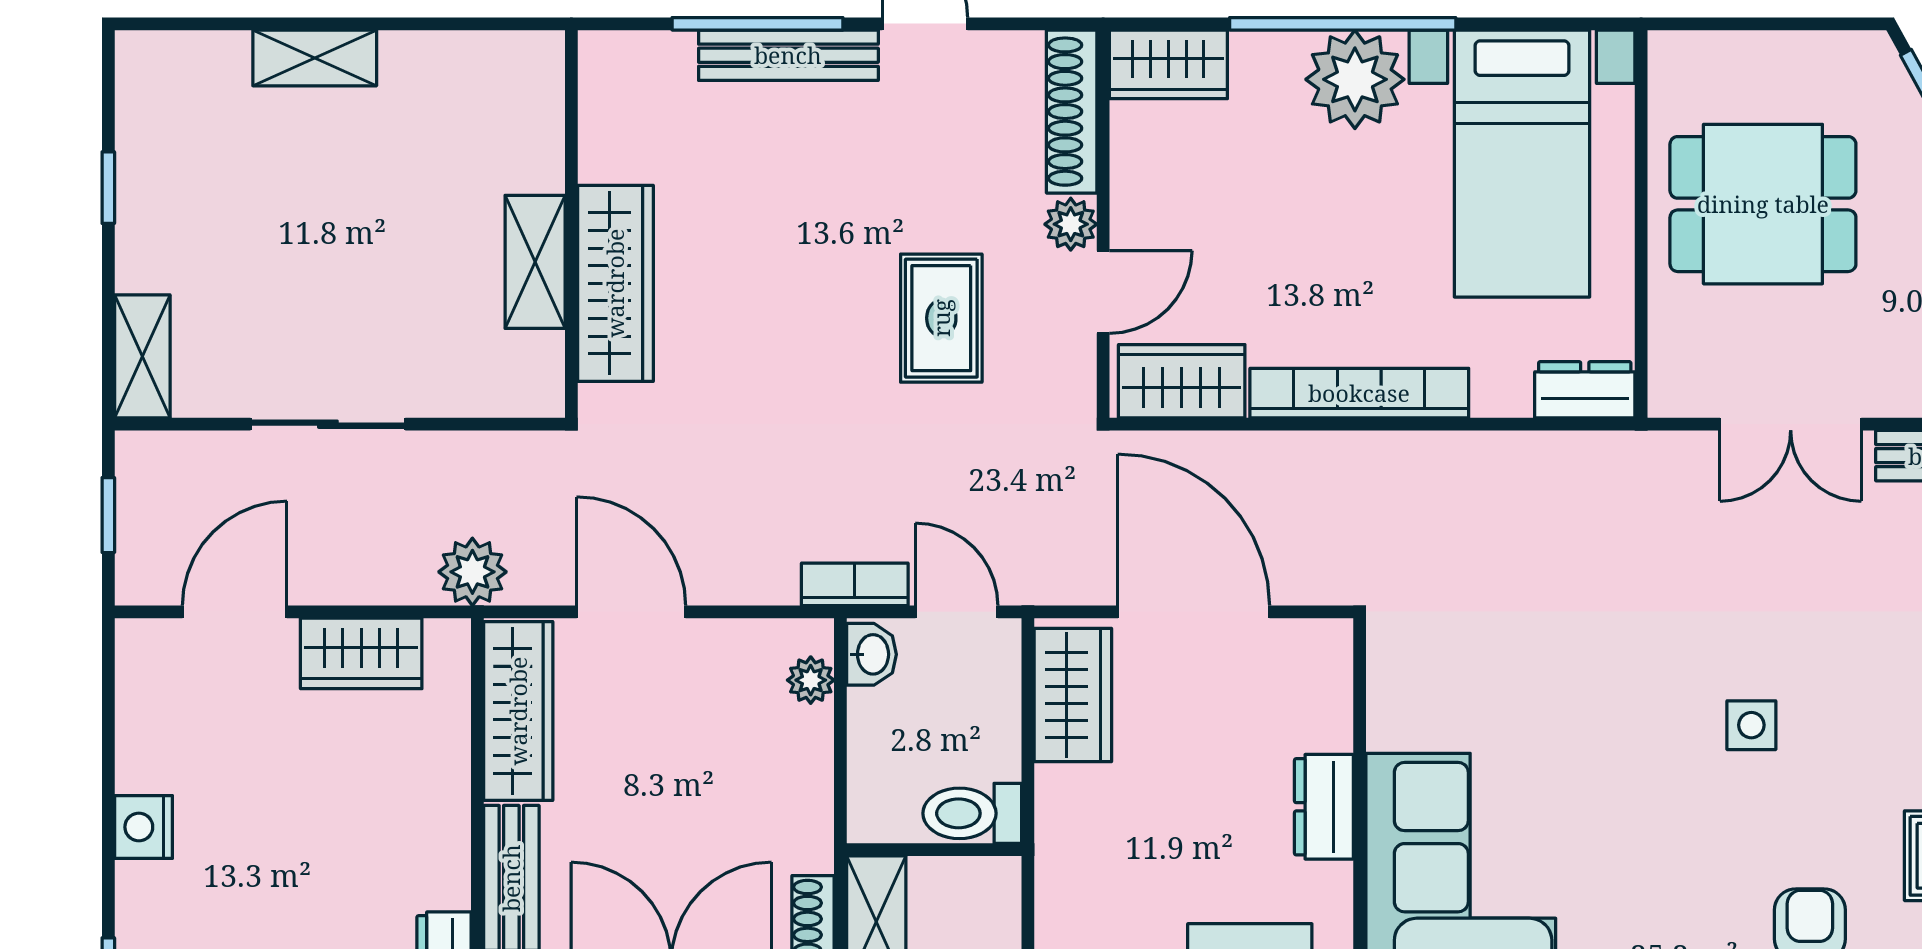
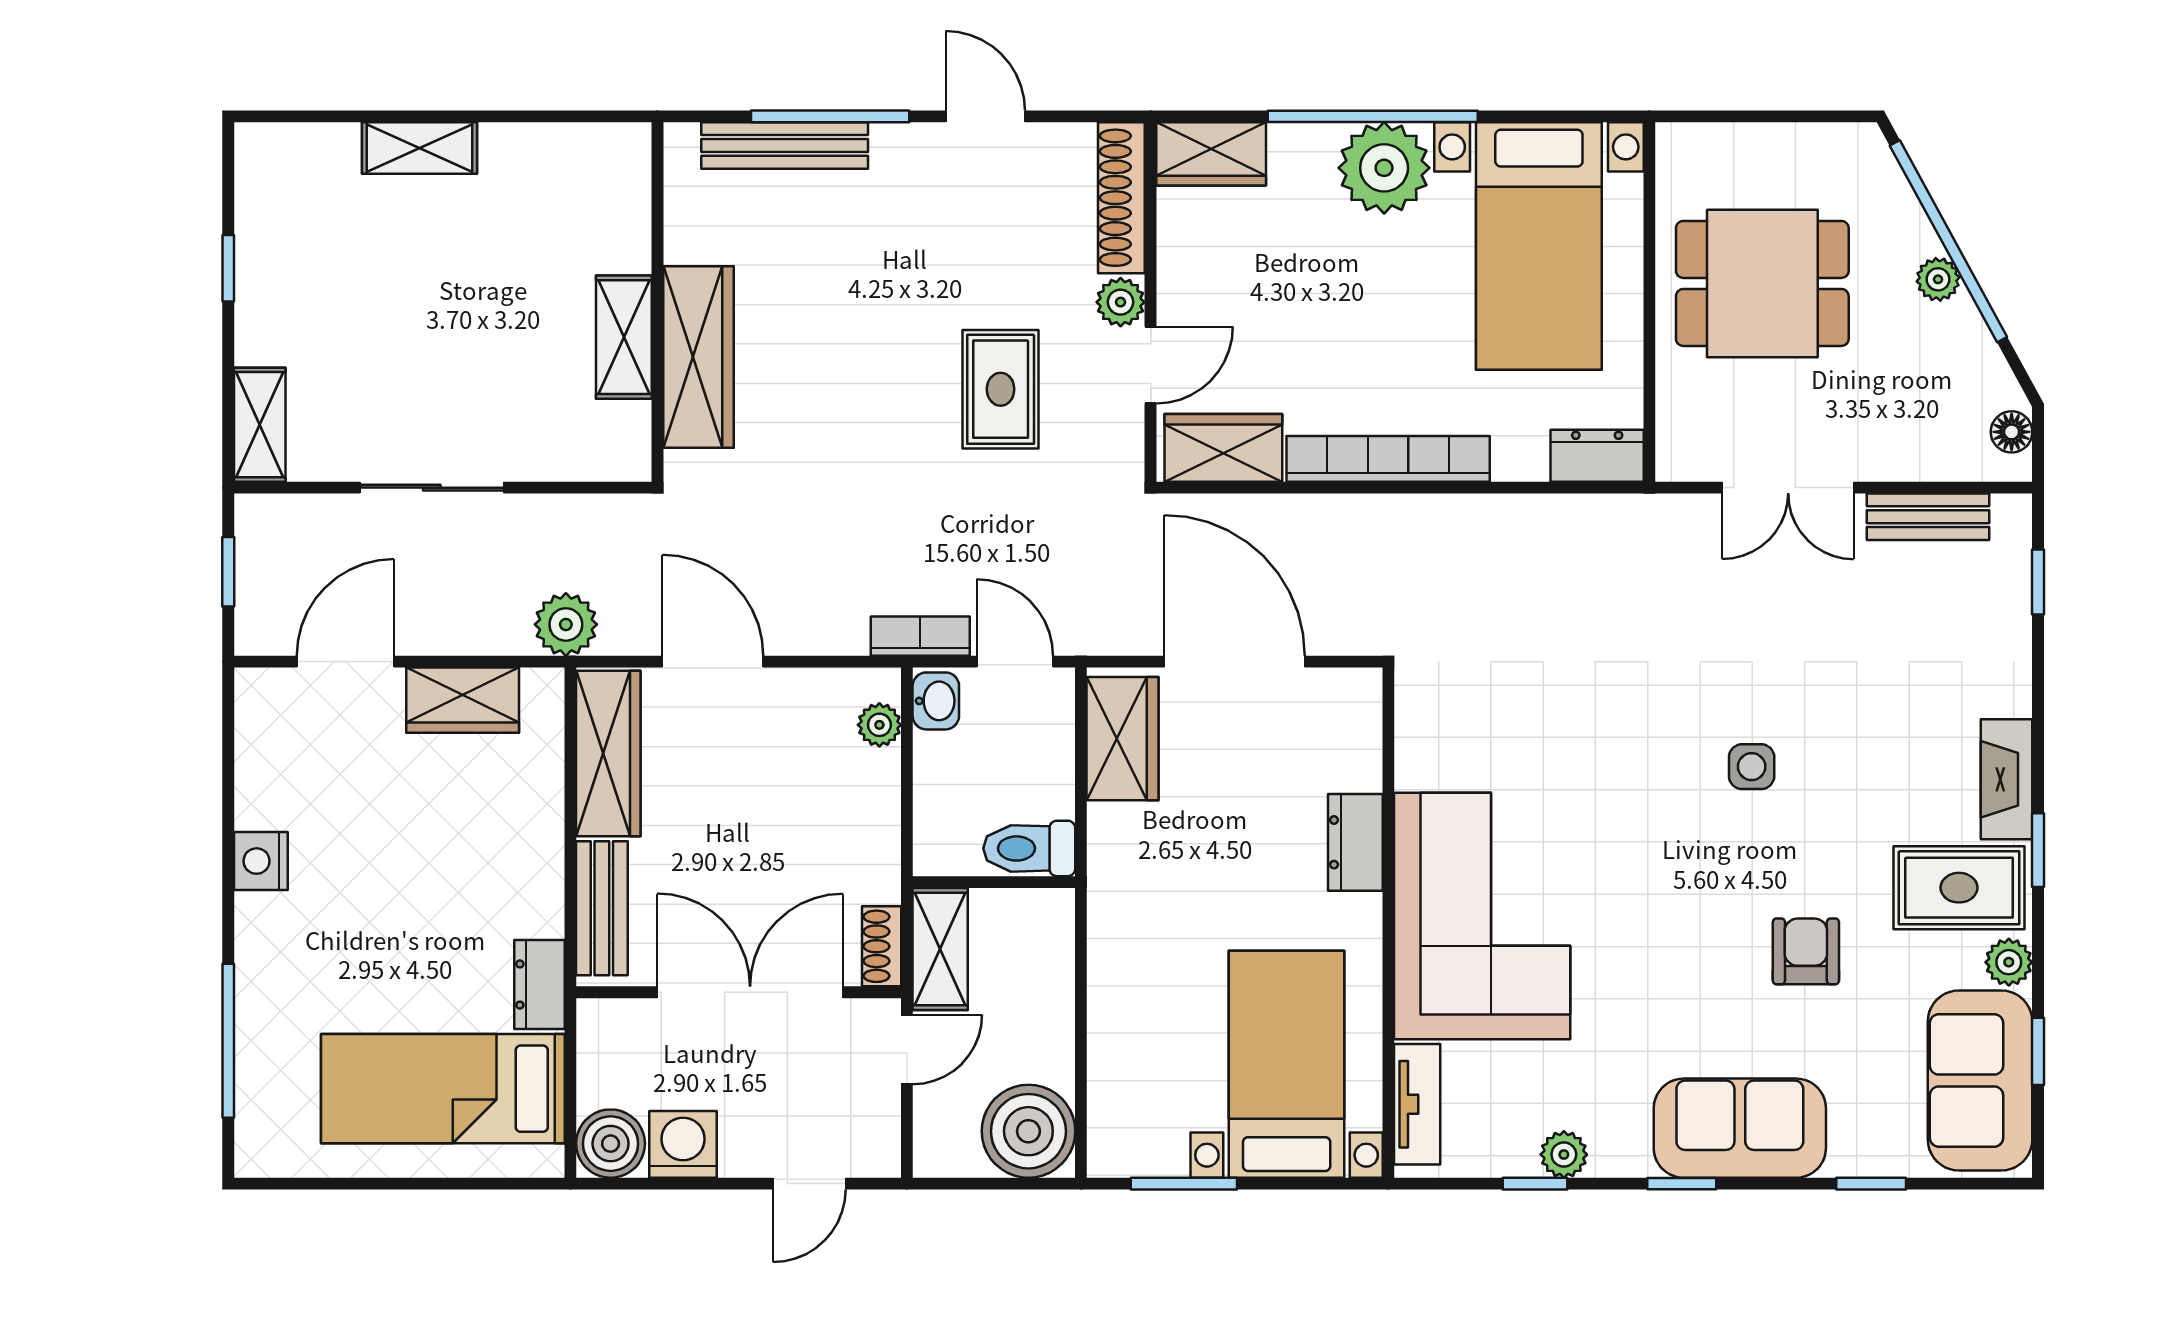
bench: (788, 55) -> (785, 145), moved

